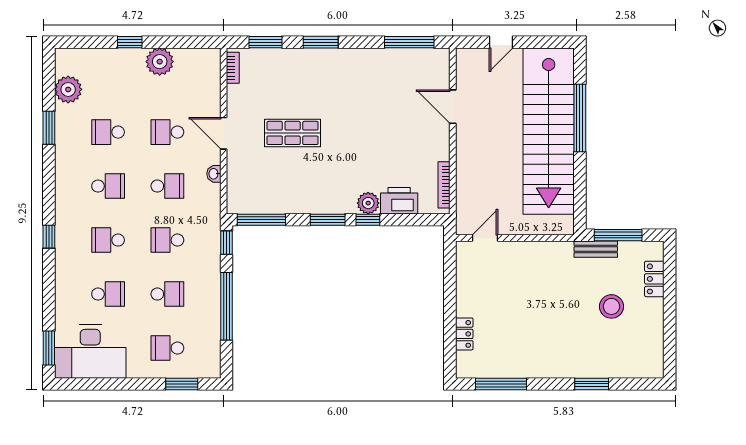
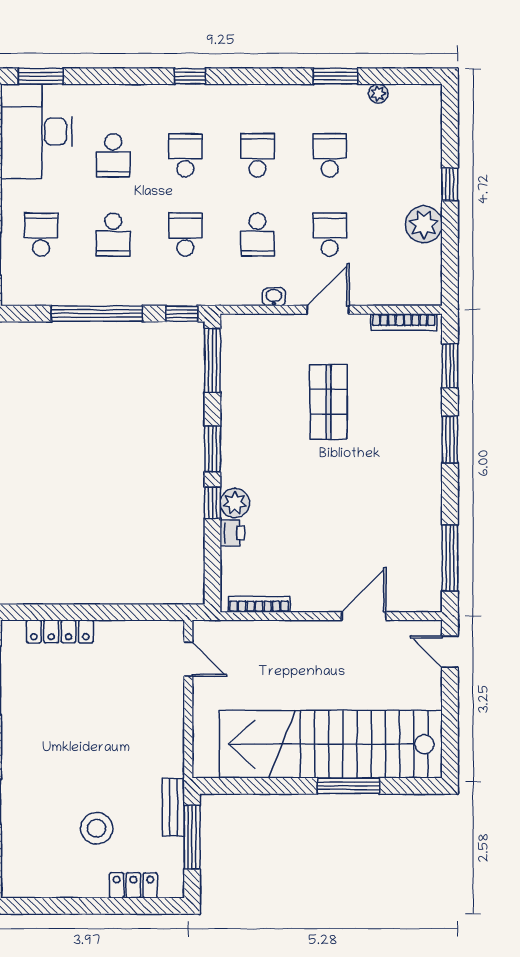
door: (501, 42) -> (450, 652), moved
bookcase: (233, 68) -> (404, 322), width x1.56
plant: (68, 89) -> (378, 94), width x0.53, depth x0.53
window: (580, 118) -> (348, 786), width x0.68
school desk: (108, 186) -> (257, 155), turned 180
printer: (399, 201) -> (232, 533), width x0.53, depth x0.68
locker: (464, 334) -> (60, 631), width x1.53

